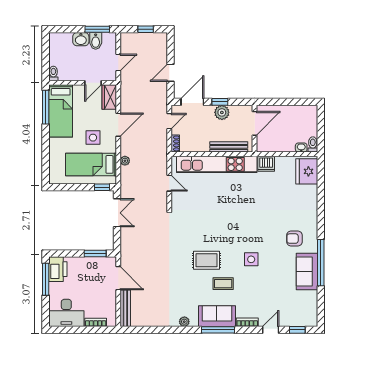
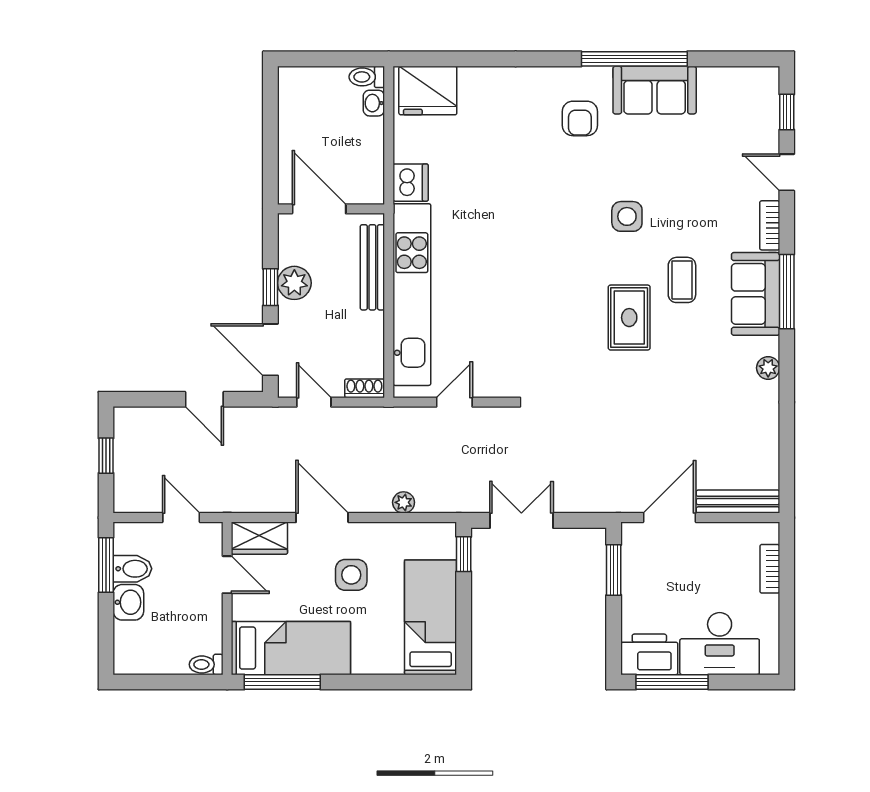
bed: (91, 164) -> (431, 617), moved, turned 180
desk: (66, 313) -> (720, 644), moved, turned 90

